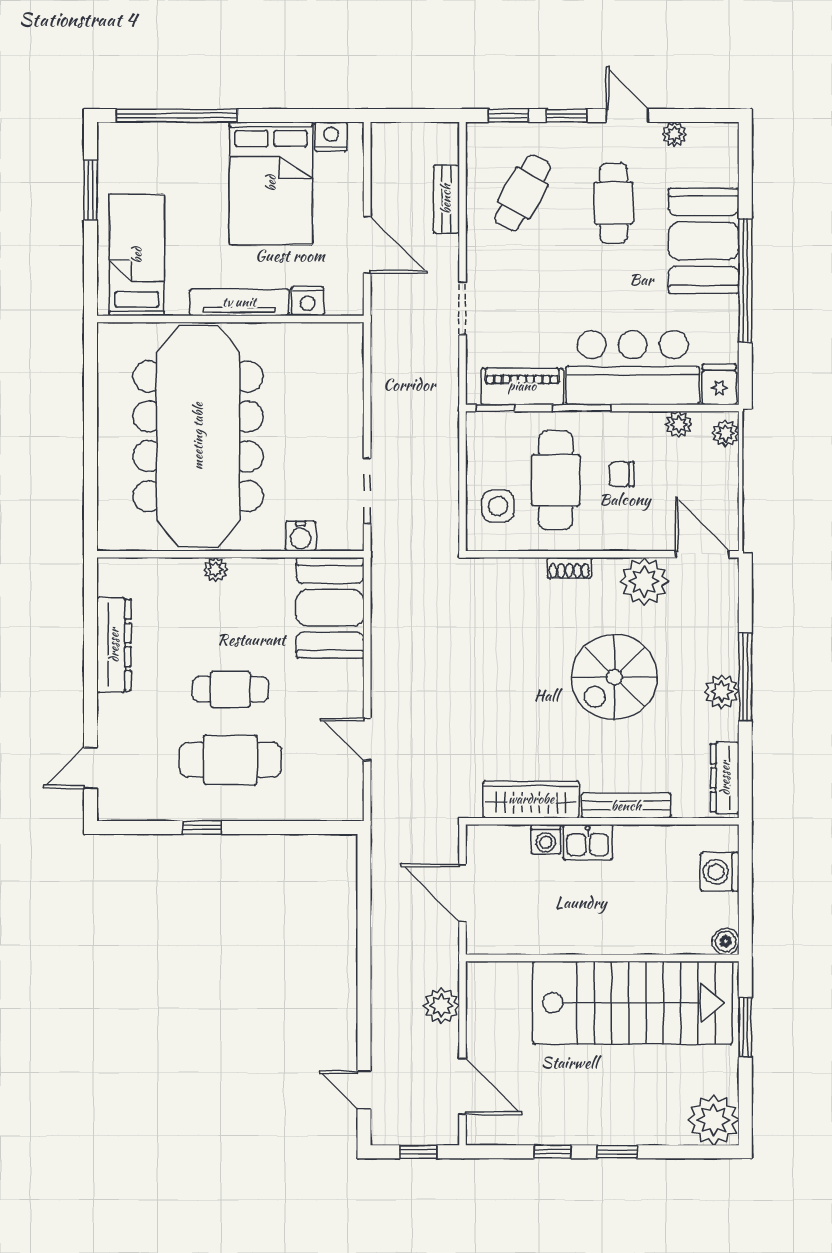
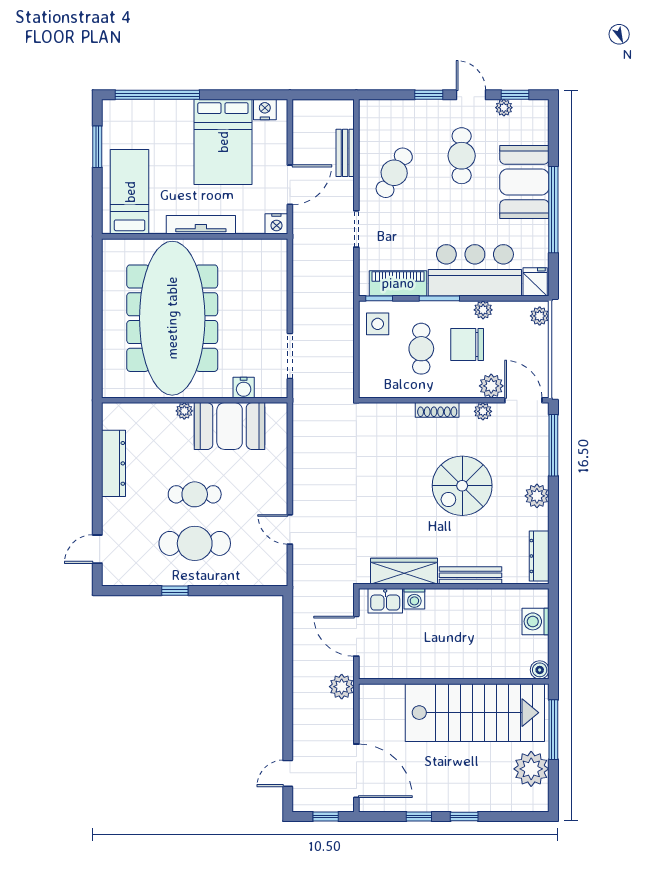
window: (508, 116) -> (515, 95), moved
cafe table: (523, 193) -> (394, 173), moved
door: (367, 245) -> (290, 185), hinge flipped
nightstand: (308, 301) -> (276, 224), moved
plant: (679, 424) -> (483, 310), moved
chair: (622, 474) -> (467, 344), width x1.87, depth x1.87
cafe table: (556, 480) -> (421, 349), width x0.73, depth x0.74
side table: (498, 506) -> (378, 324), moved
plant: (656, 534) -> (491, 386), added
shoe rack: (569, 568) -> (437, 410), width x1.43
plant: (644, 581) -> (483, 411), width x0.53, depth x0.53
booth: (330, 608) -> (230, 426), moved, turned 90
window: (745, 677) -> (553, 445), moved
kitchen sink: (588, 842) -> (385, 601), moved
plant: (441, 1006) -> (342, 687), moved
window: (745, 1027) -> (553, 730), width x1.44
door: (462, 1086) -> (356, 771), width x1.36
door: (364, 1090) -> (288, 773), hinge flipped
plant: (714, 1120) -> (531, 769), moved

